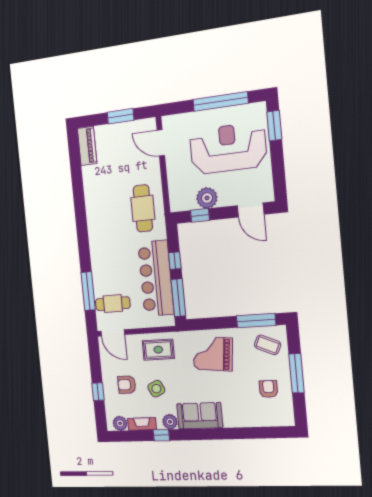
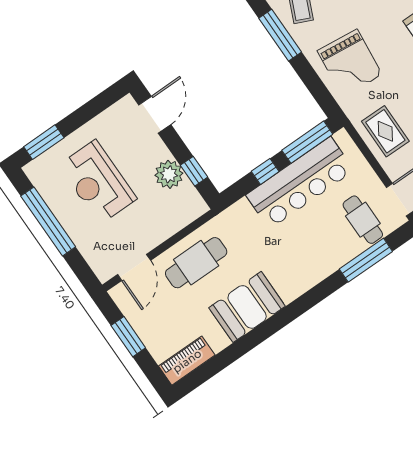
reception desk: (228, 148) -> (98, 182), width x0.74, depth x0.77
booth: (99, 202) -> (247, 307), added
cafe table: (143, 208) -> (196, 263), moved

